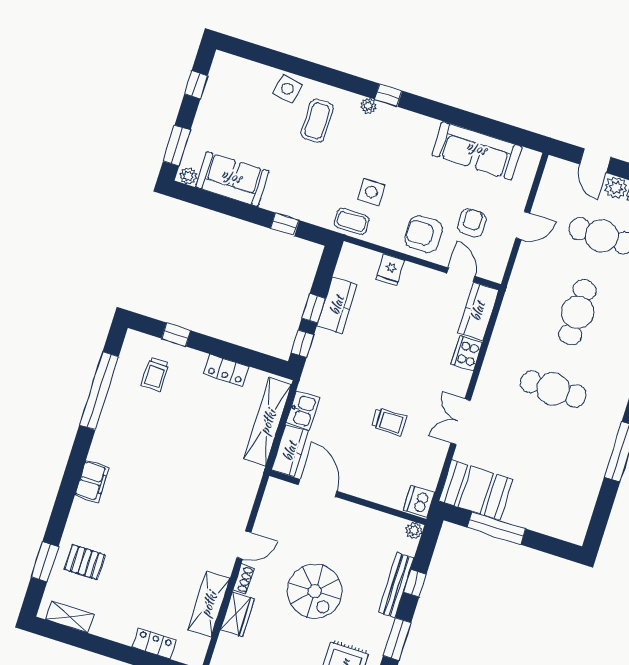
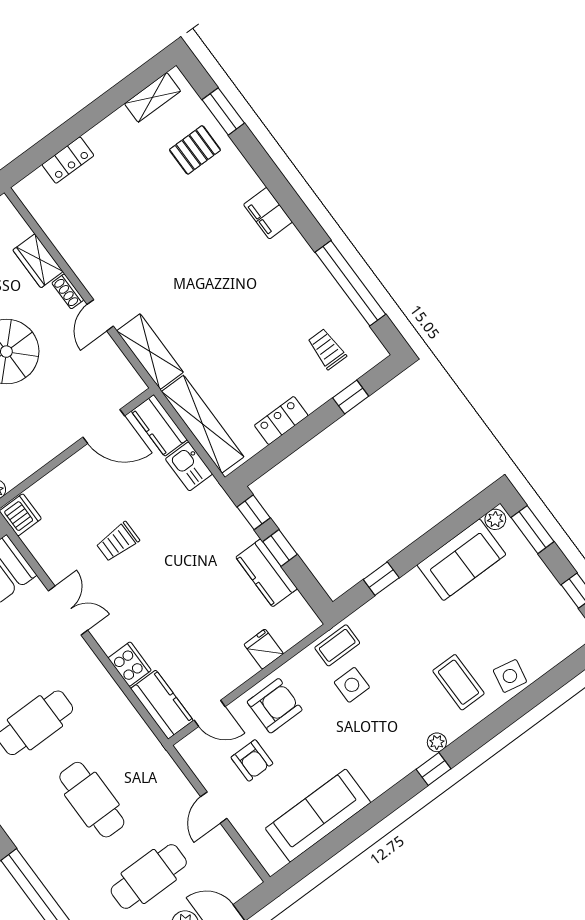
shelving: (209, 604) -> (150, 352), moved

